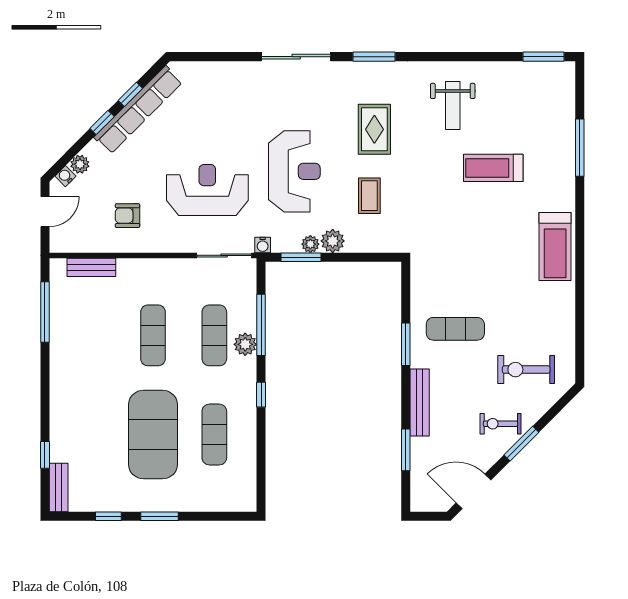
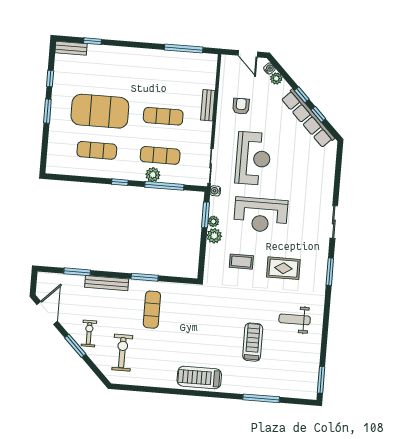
sliding door: (296, 57) -> (334, 222), width x0.73
bench: (91, 267) -> (208, 105), moved

